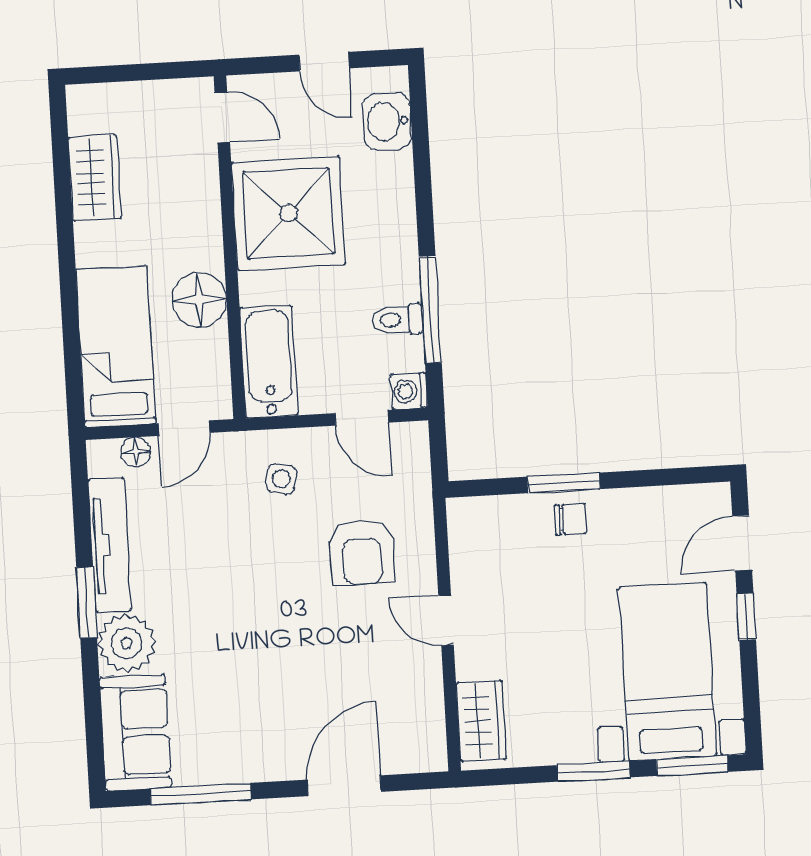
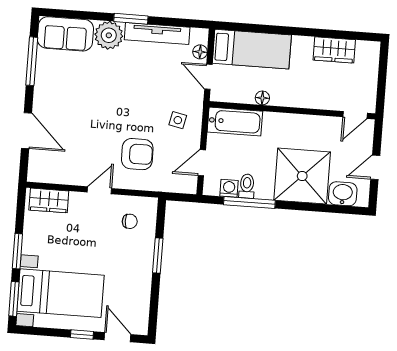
shower: (288, 213) -> (302, 176), moved
floor lamp: (199, 300) -> (262, 98), width x0.53, depth x0.53
washing machine: (409, 391) -> (229, 188), moved
chair: (571, 519) -> (130, 221), moved, turned -92
armchair: (362, 553) -> (137, 154), turned 180

